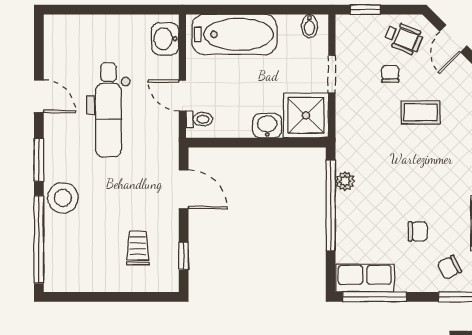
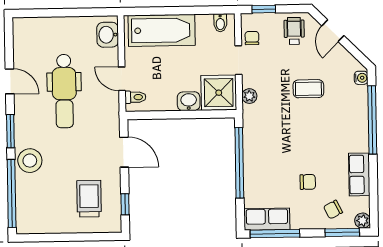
wheelchair: (404, 38) -> (294, 31), turned -112
chair: (390, 74) -> (252, 38), moved
plant: (345, 181) -> (249, 96), moved
trolley: (138, 248) -> (89, 199), width x1.36, depth x1.39

